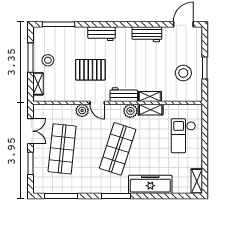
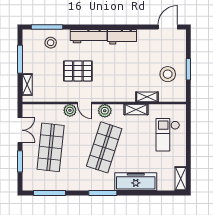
workbench: (102, 34) -> (89, 36), width x1.38
workbench: (147, 34) -> (122, 37), moved
stool: (48, 60) -> (51, 43), moved
workbench: (124, 95) -> (110, 95), removed
shelving: (150, 96) -> (147, 97), moved
plant: (130, 111) -> (105, 111), moved

